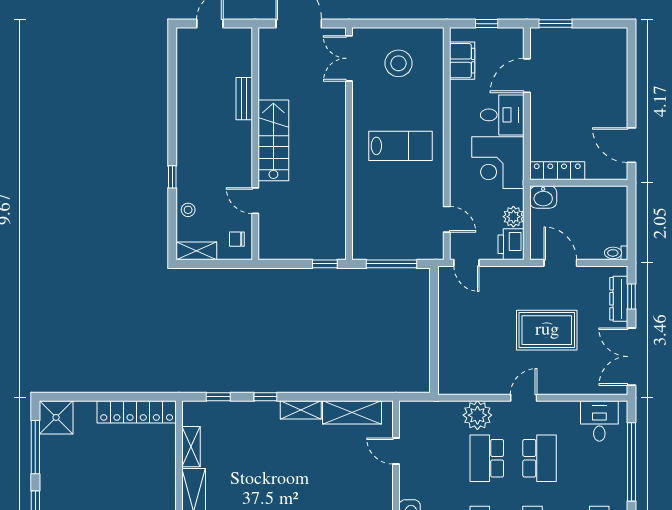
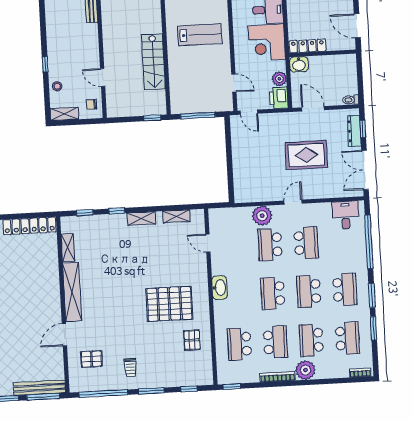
stairs: (273, 140) -> (153, 62), moved, turned 180
shelving: (352, 412) -> (176, 216), width x0.67, depth x0.75

